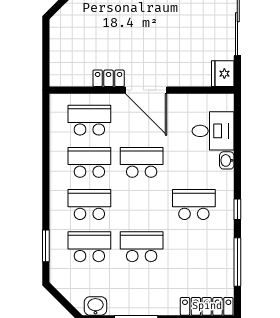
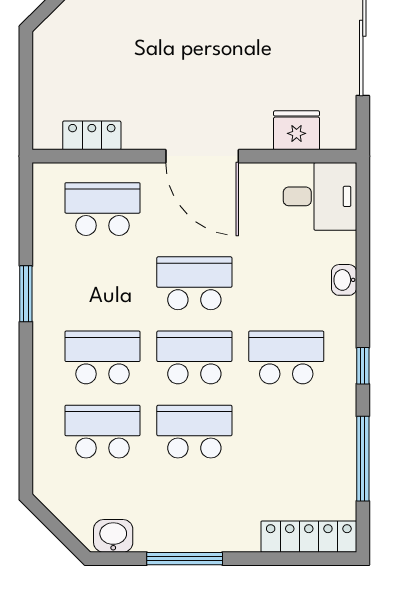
fridge: (223, 74) -> (297, 130), moved, turned 90
locker: (109, 78) -> (92, 135), moved
desk: (213, 131) -> (320, 196), moved
school desk: (89, 162) -> (194, 357), moved
window: (46, 246) -> (26, 294), moved

